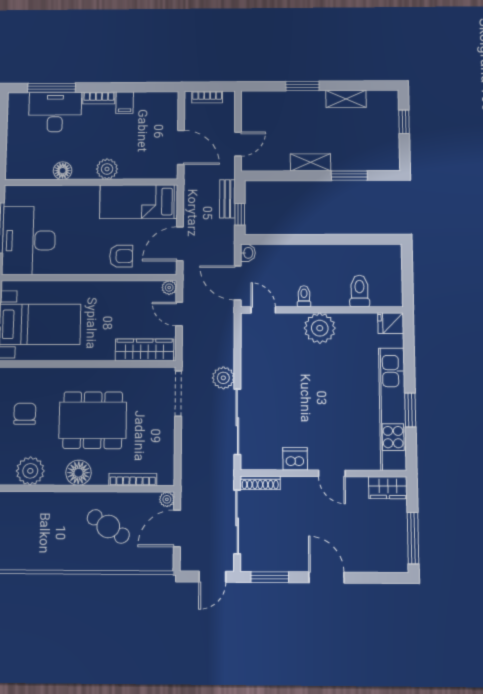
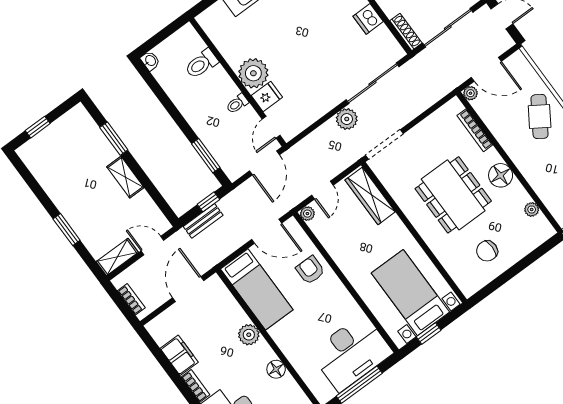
shelving: (346, 99) -> (117, 257), moved, turned 90
filing cabinet: (125, 103) -> (179, 355), width x2.00
window: (280, 239) -> (206, 156), added
washbasin: (248, 253) -> (150, 61), moved, turned 90
fridge: (391, 323) -> (267, 96), moved, turned -90
plant: (30, 471) -> (532, 209), width x0.53, depth x0.53
cafe table: (108, 526) -> (540, 117), moved

